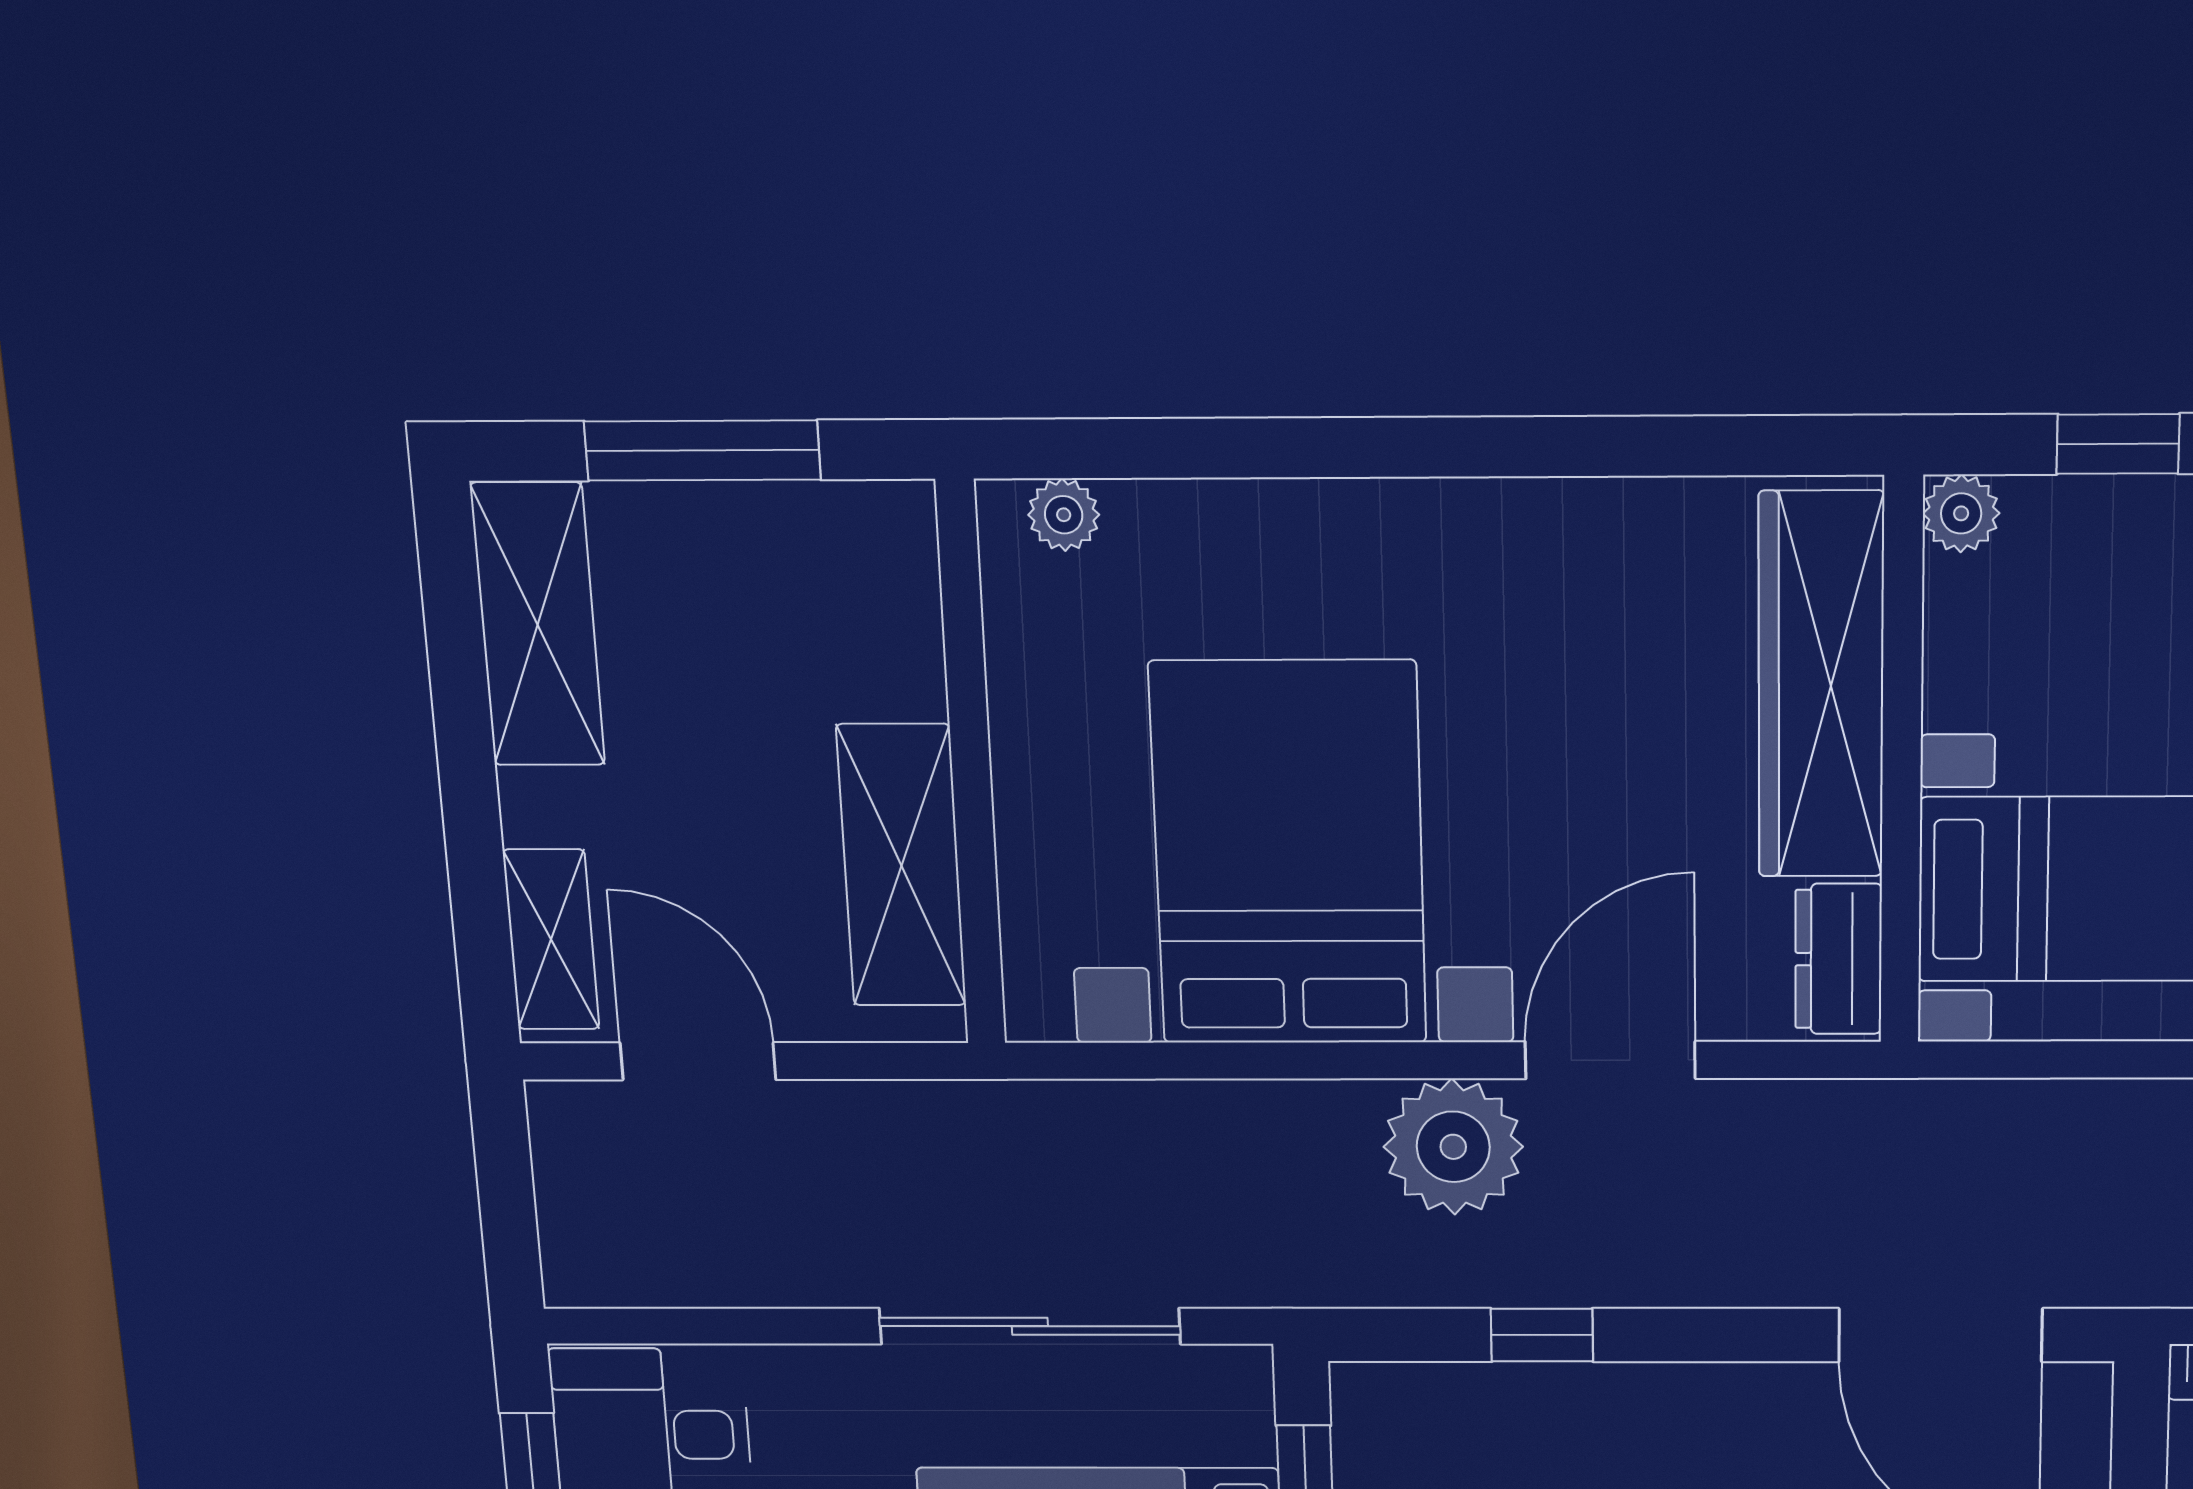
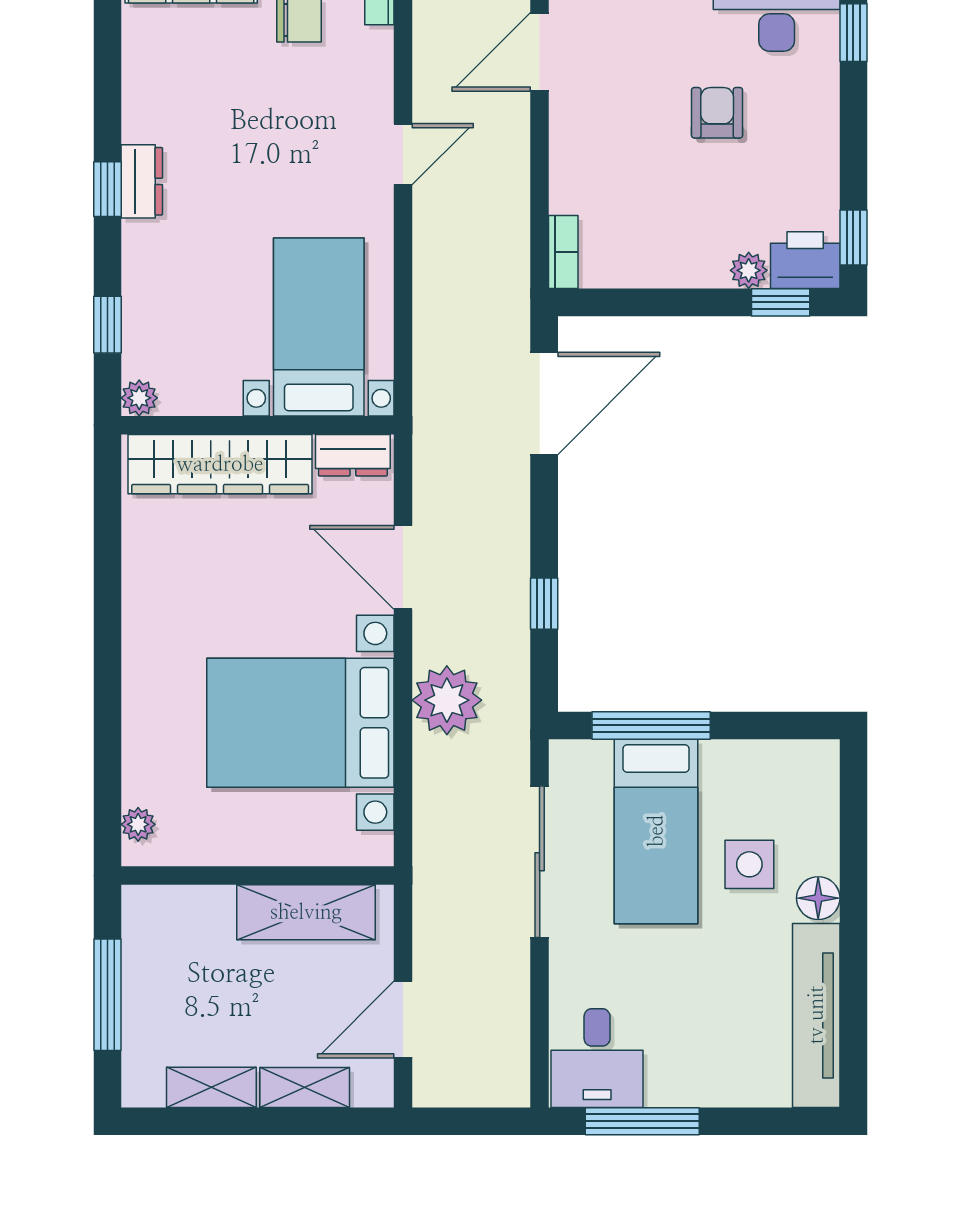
shelving: (538, 625) -> (211, 1087), width x0.67, depth x0.75
shelving: (551, 940) -> (305, 1087), moved
plant: (1453, 1147) -> (447, 700), moved

